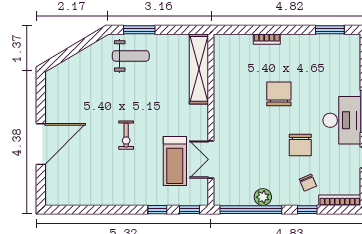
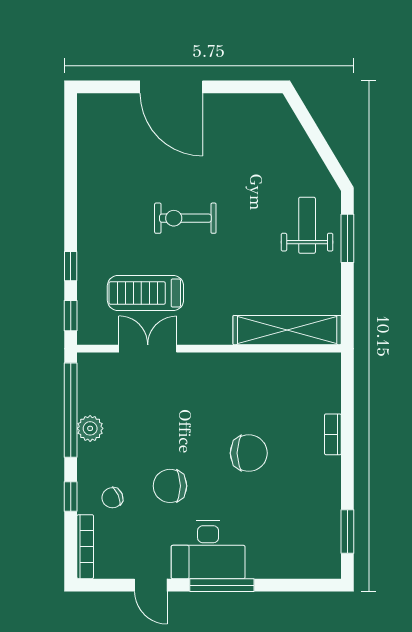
weight bench: (131, 56) -> (307, 225), turned 180
exercise bike: (126, 135) -> (185, 218), width x1.38, depth x1.39

